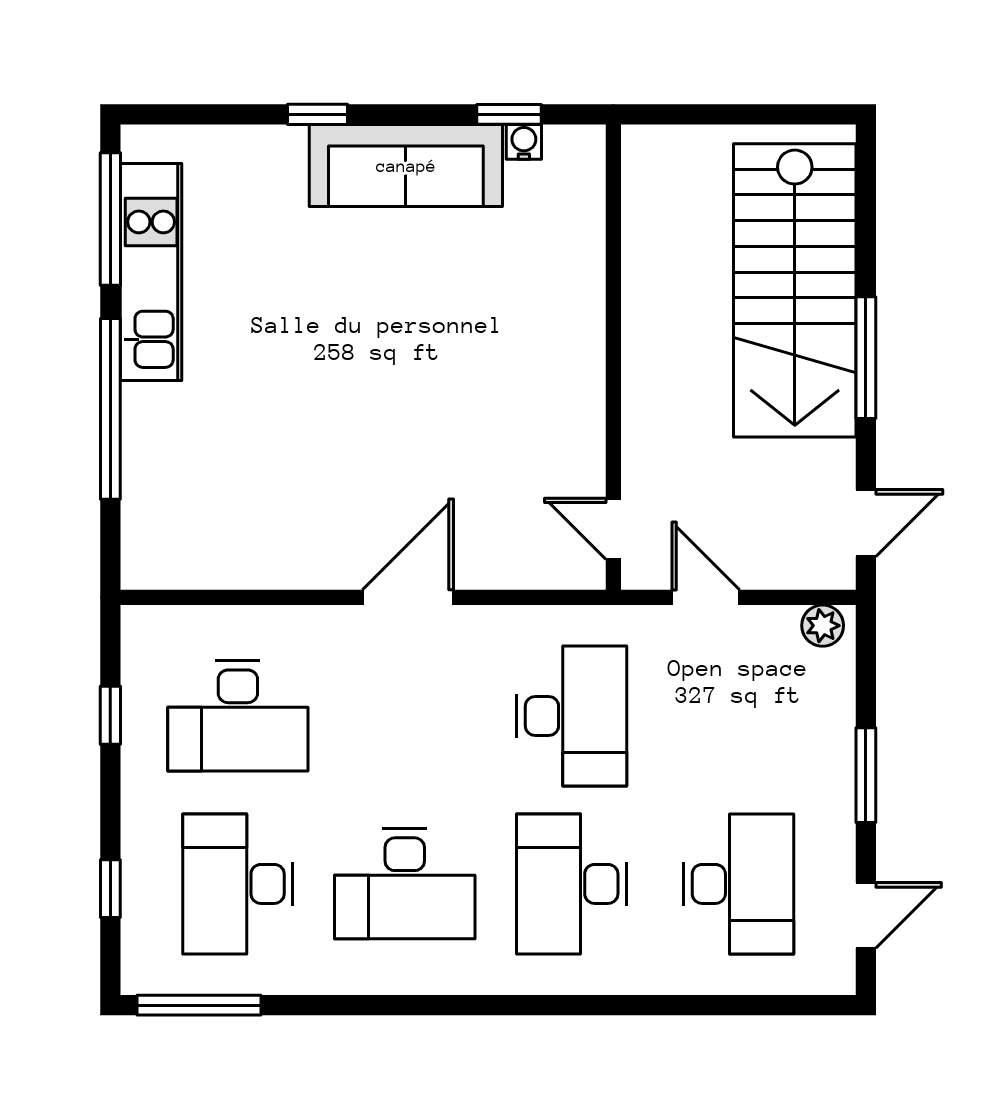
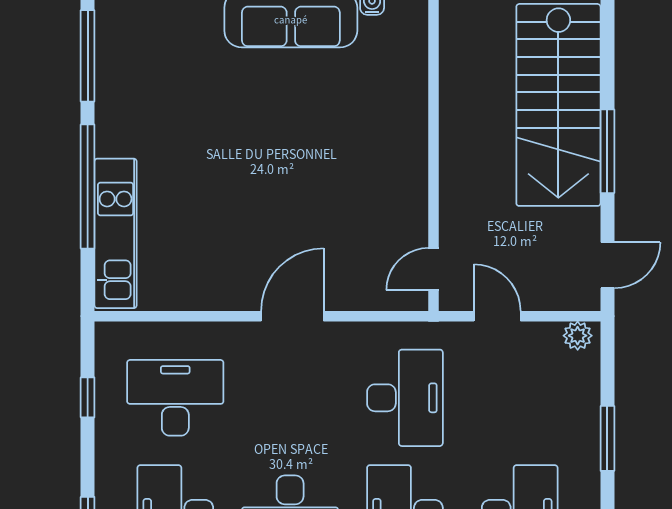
kitchen unit: (151, 272) -> (116, 233), moved
door: (613, 529) -> (434, 269), hinge flipped
desk: (238, 716) -> (175, 398), turned 180

